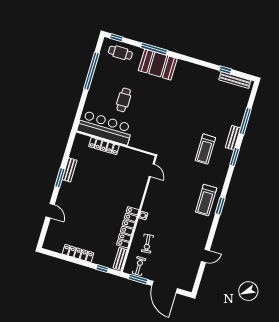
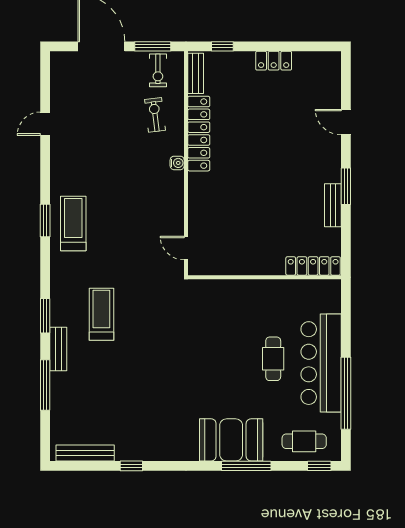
window: (225, 70) -> (131, 466), moved
bar counter: (105, 128) -> (321, 363), moved, turned 90
locker: (104, 146) -> (313, 266), moved
locker: (78, 253) -> (274, 61), width x0.66

